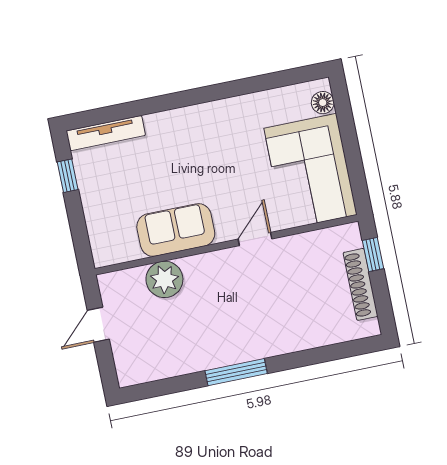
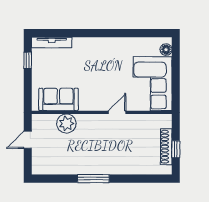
sofa: (176, 230) -> (58, 99), moved
window: (373, 255) -> (176, 149), moved

